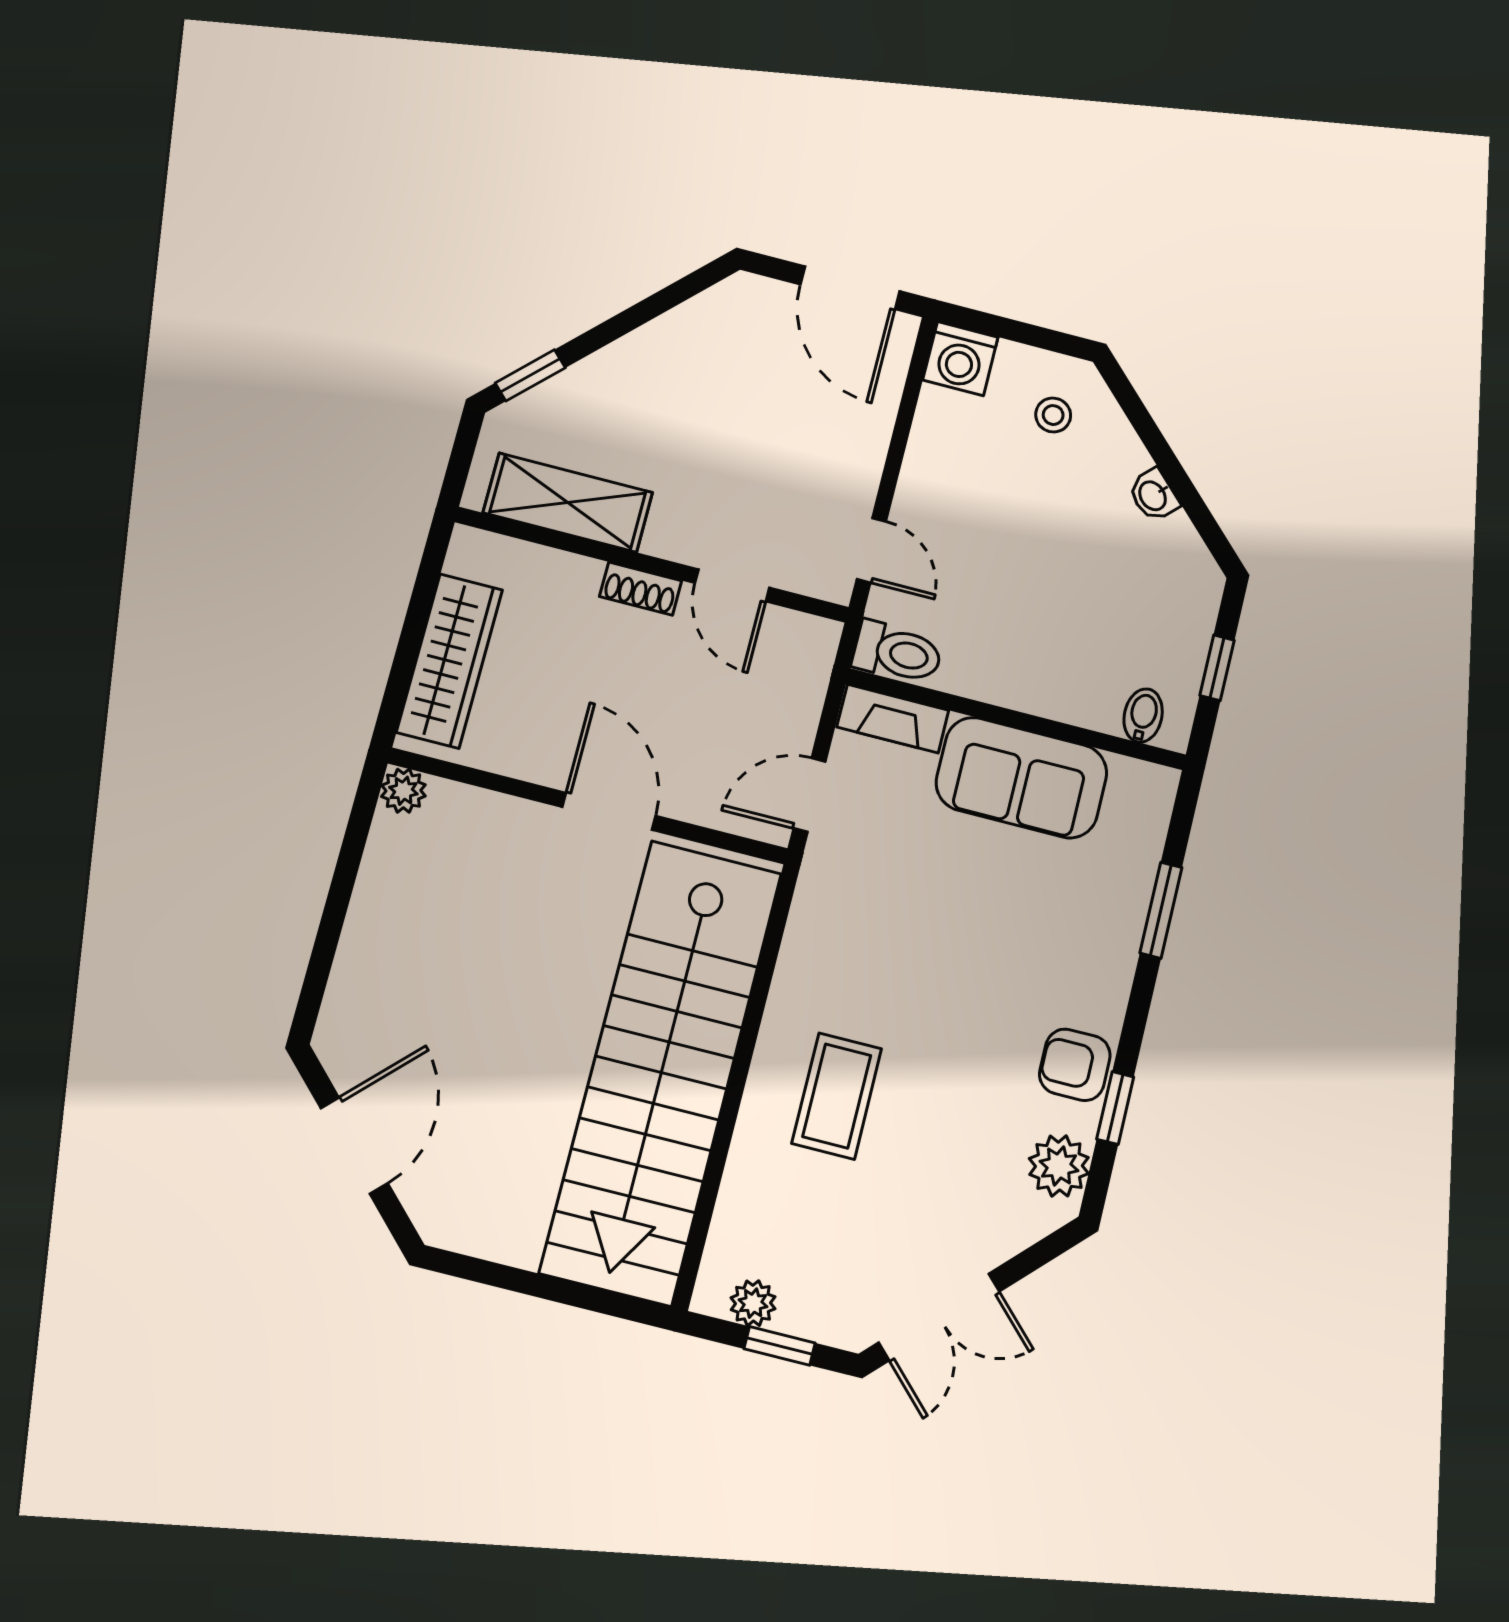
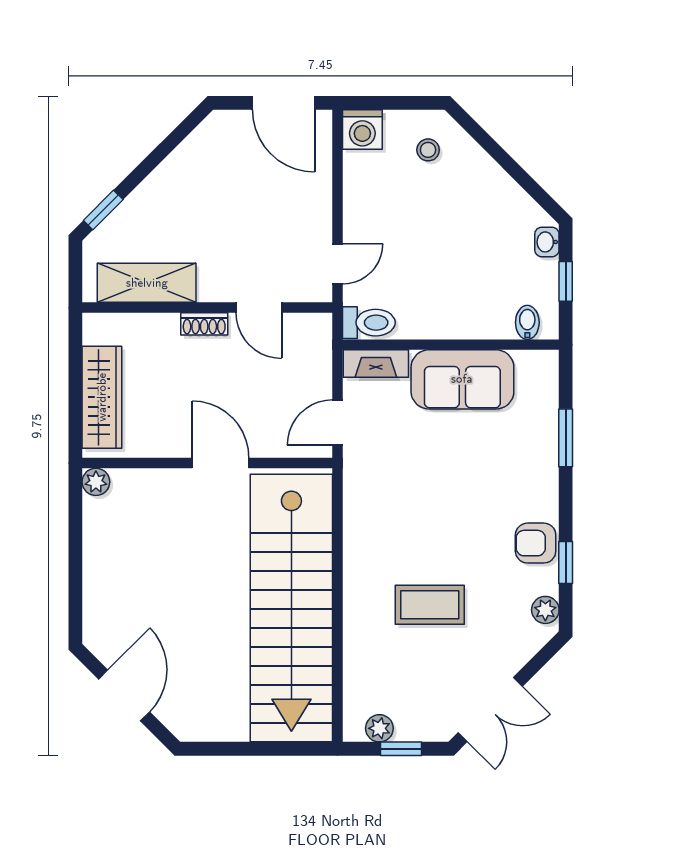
washbasin: (1153, 495) -> (547, 242), moved, turned 45
door: (871, 550) -> (337, 264), hinge flipped
coffee table: (837, 1096) -> (430, 605), moved, turned 90
plant: (1059, 1166) -> (545, 610), width x0.73, depth x0.73

